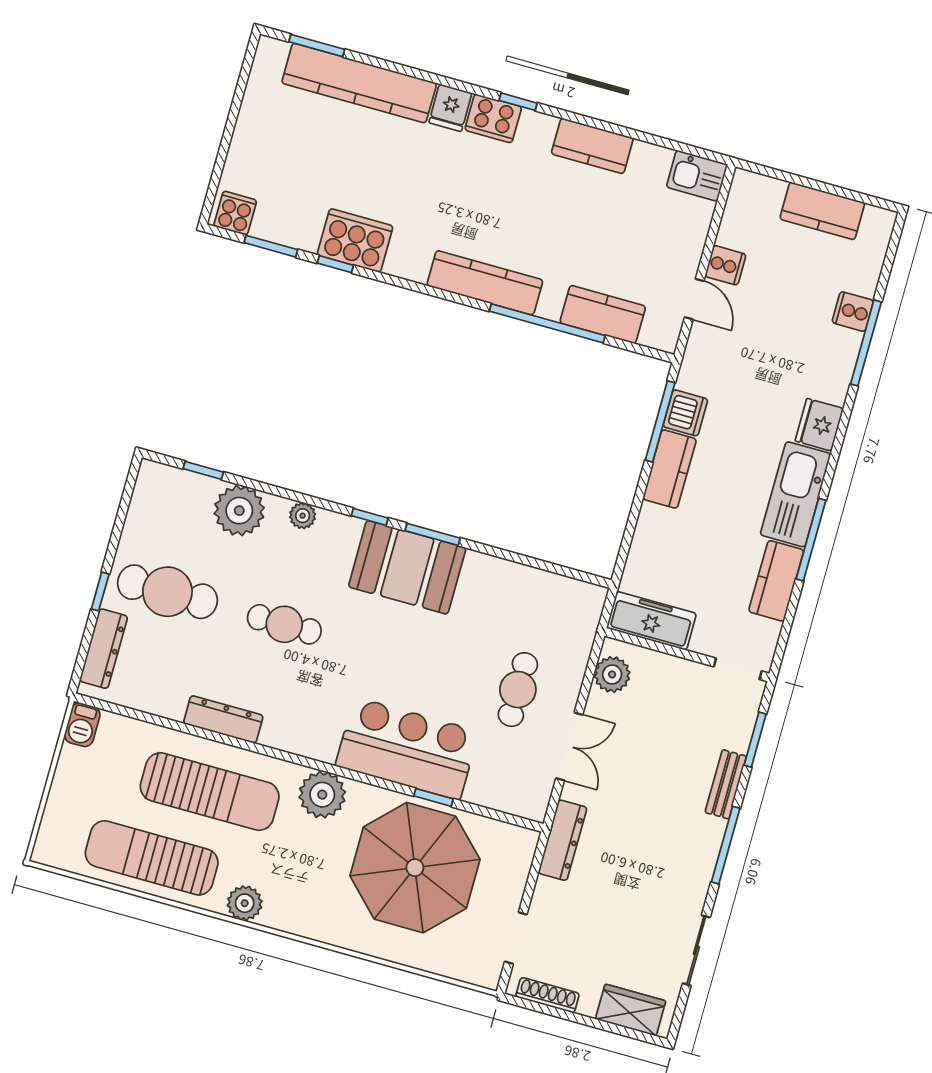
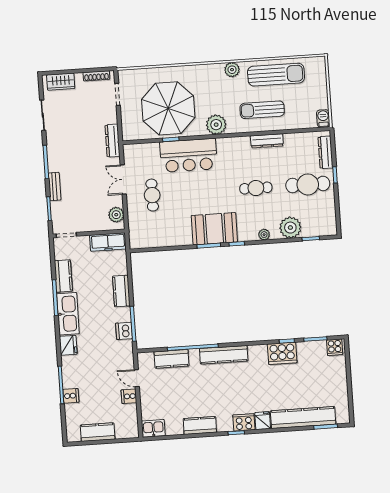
kitchen counter: (670, 469) -> (121, 291), moved
sun lounger: (210, 792) -> (262, 110), width x0.73, depth x0.75

